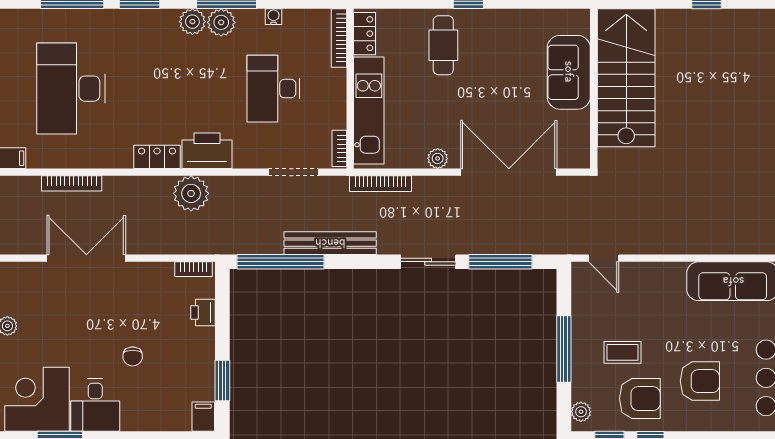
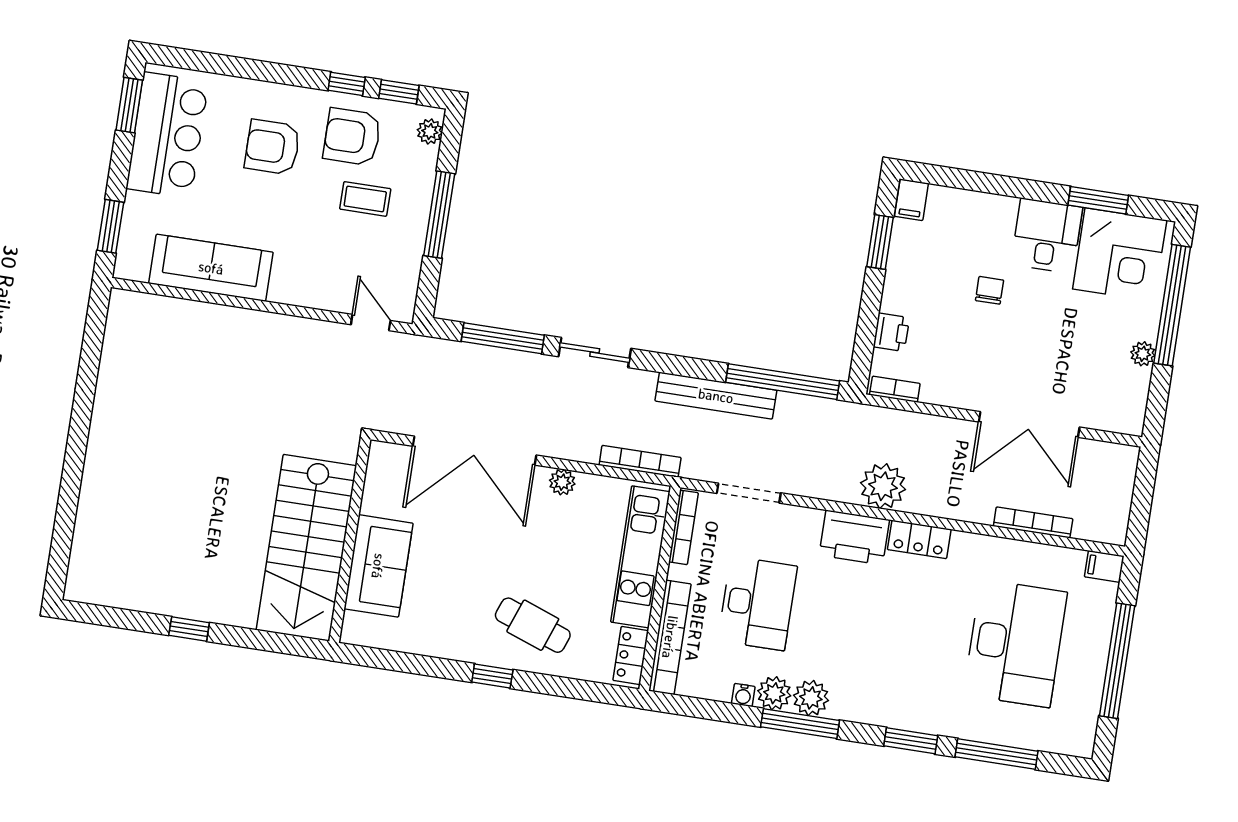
plant: (192, 22) -> (774, 693), moved
bookcase: (339, 38) -> (670, 637), width x1.48, depth x1.31
cafe table: (443, 45) -> (533, 625), turned -70
bookcase: (339, 148) -> (683, 527), width x1.56

